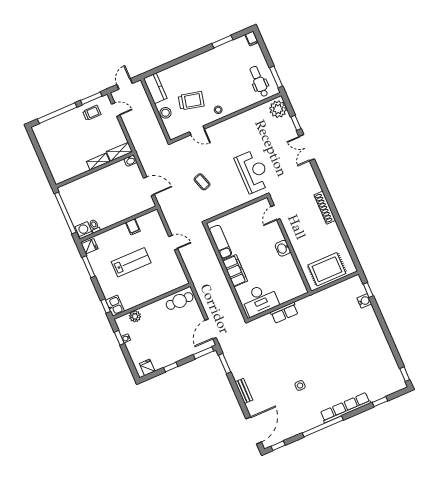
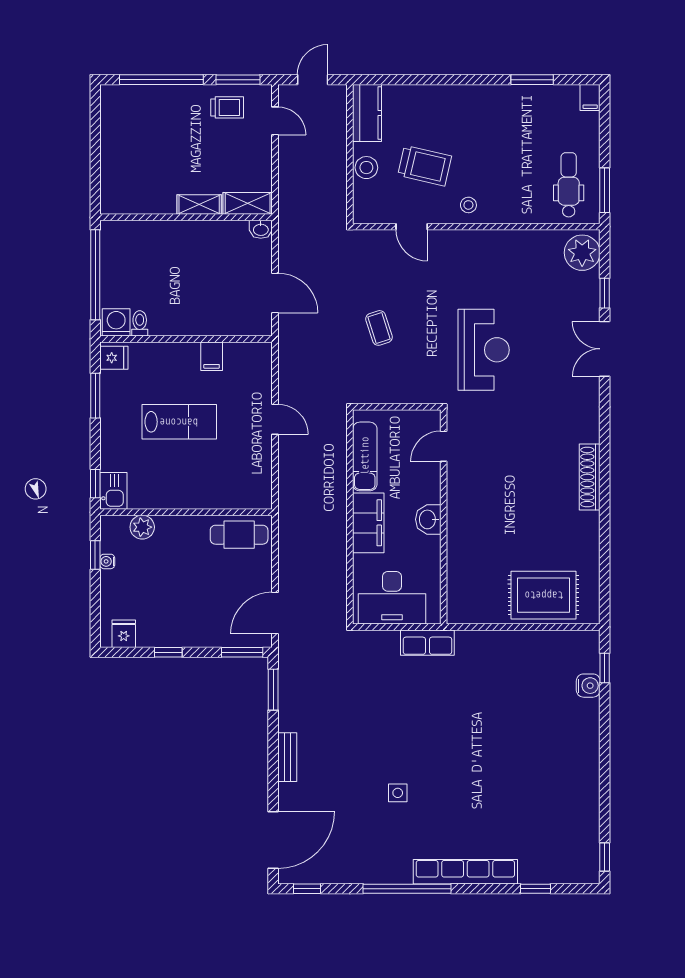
door: (276, 213) -> (444, 446), moved
wall: (289, 244) -> (444, 517), moved
washbasin: (283, 248) -> (428, 519), moved

